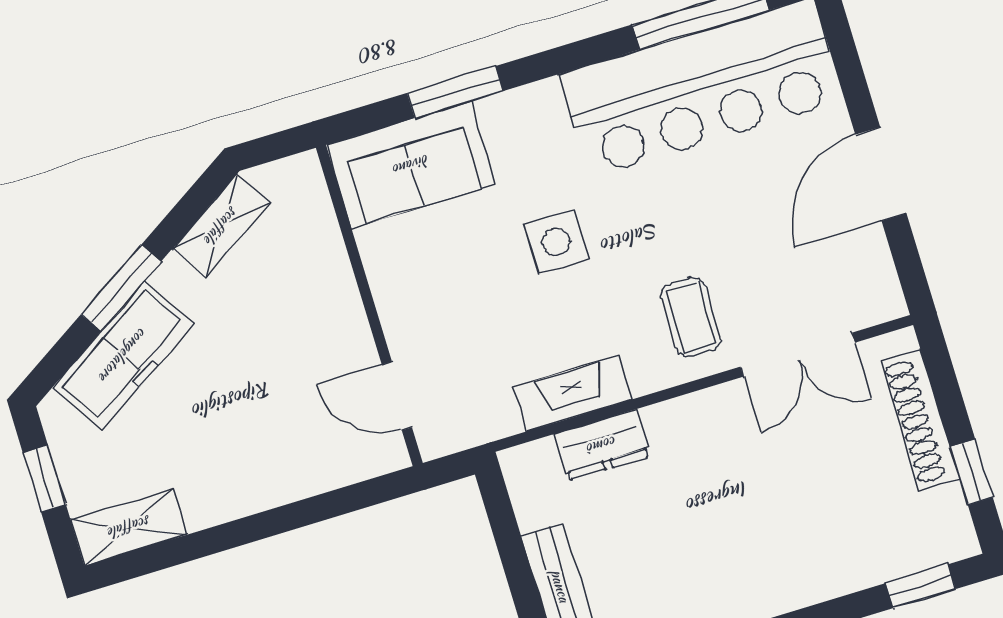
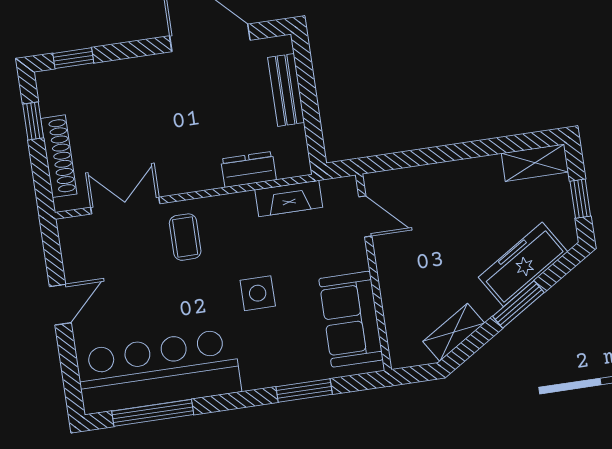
sofa: (411, 165) -> (351, 319), moved, turned -90
door: (881, 174) -> (60, 305), width x0.73
fireplace: (573, 393) -> (289, 198), moved

